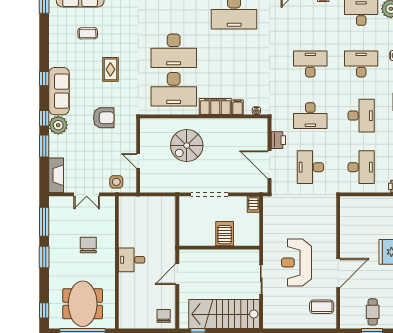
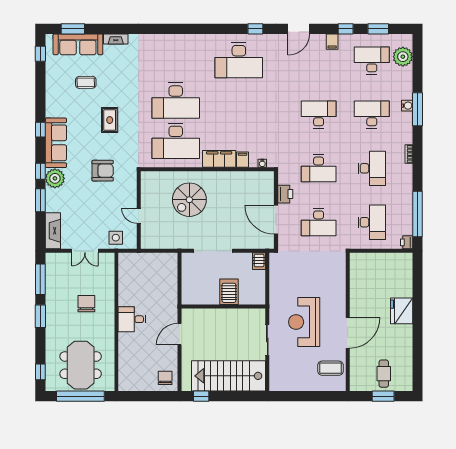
desk: (310, 167) -> (319, 222), turned -90

